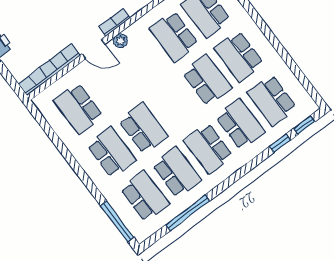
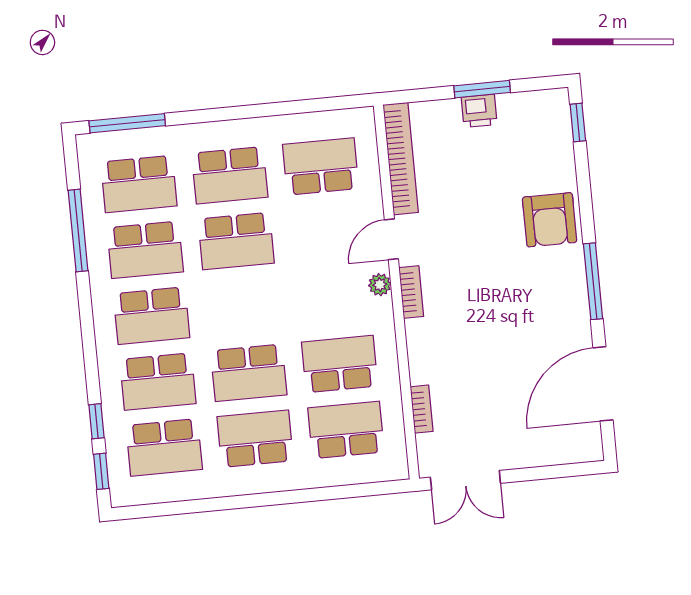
school desk: (272, 100) -> (164, 447), turned 180
school desk: (208, 148) -> (152, 316), turned 180

